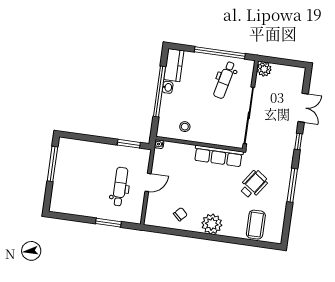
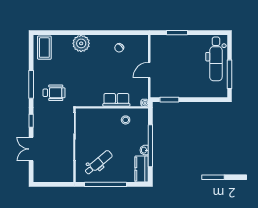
plant: (264, 69) -> (67, 176), removed
dental chair: (225, 80) -> (98, 163), turned 37
row of seats: (219, 156) -> (116, 100), moved, width x0.68
wheelchair: (254, 184) -> (54, 93), moved, turned -125
dental chair: (120, 187) -> (216, 59), moved, width x1.36, depth x1.38
plant: (212, 224) -> (81, 43), moved
coffee table: (256, 225) -> (44, 48), moved

